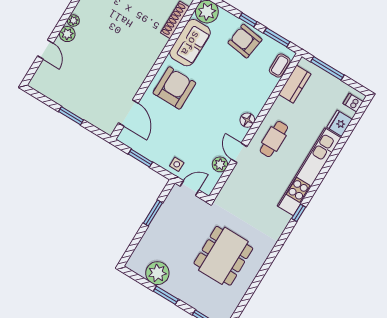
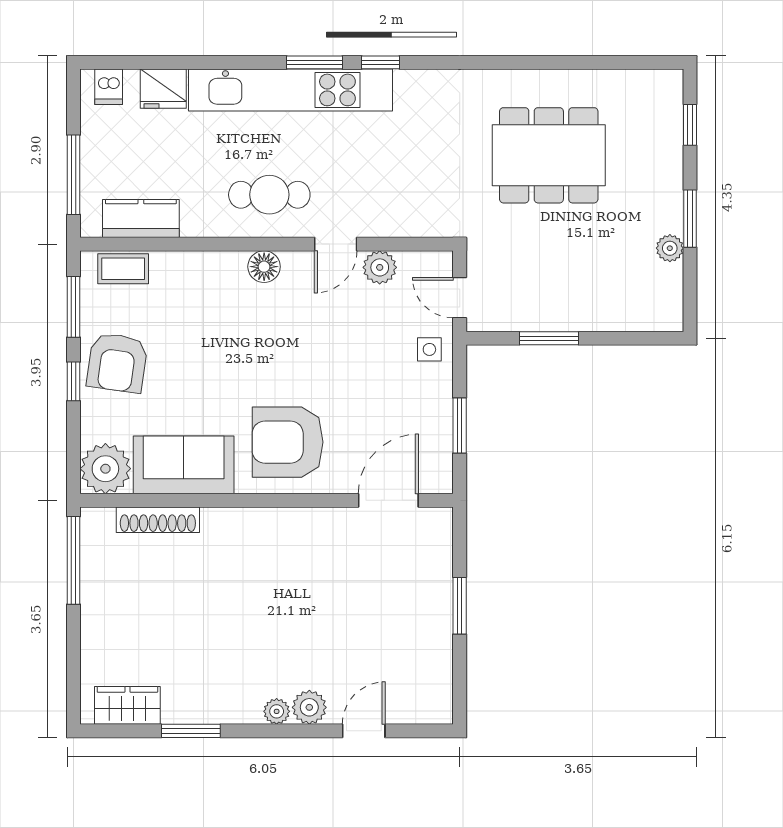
window: (314, 188) -> (315, 62), added
plant: (157, 273) -> (670, 248), width x0.53, depth x0.53

